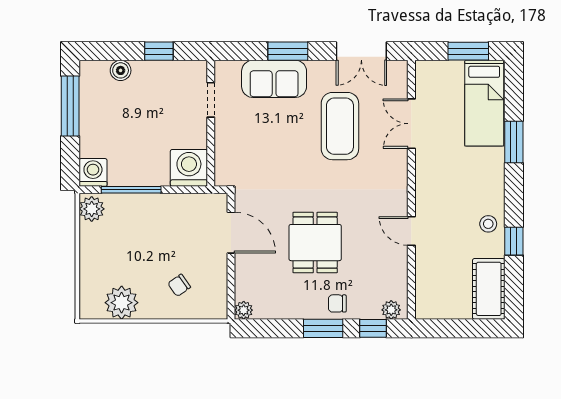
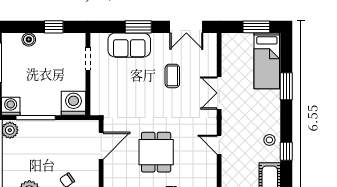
double door: (411, 124) -> (219, 93), moved
coffee table: (340, 126) -> (172, 76), width x0.54, depth x0.58
door: (231, 233) -> (101, 146), hinge flipped

